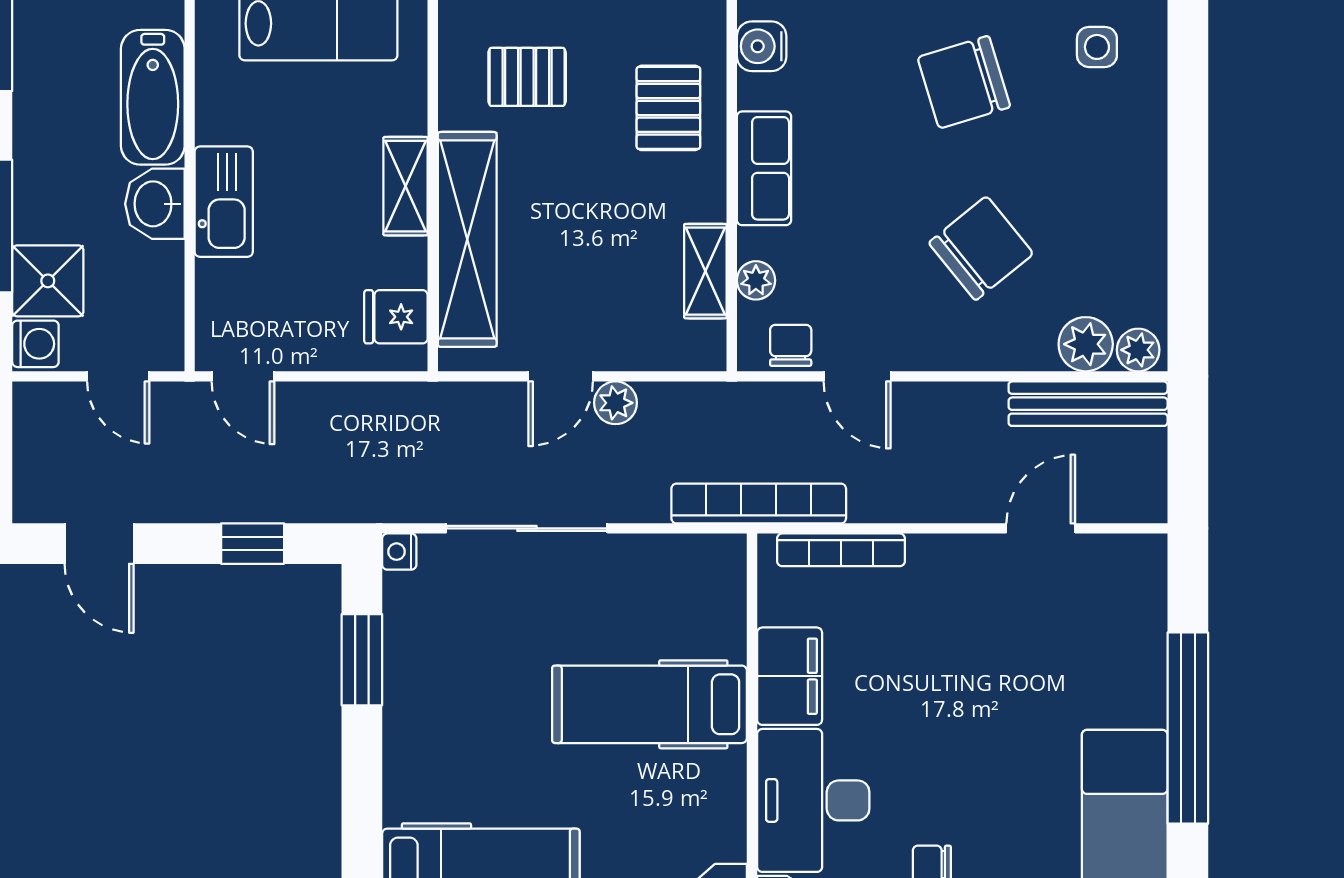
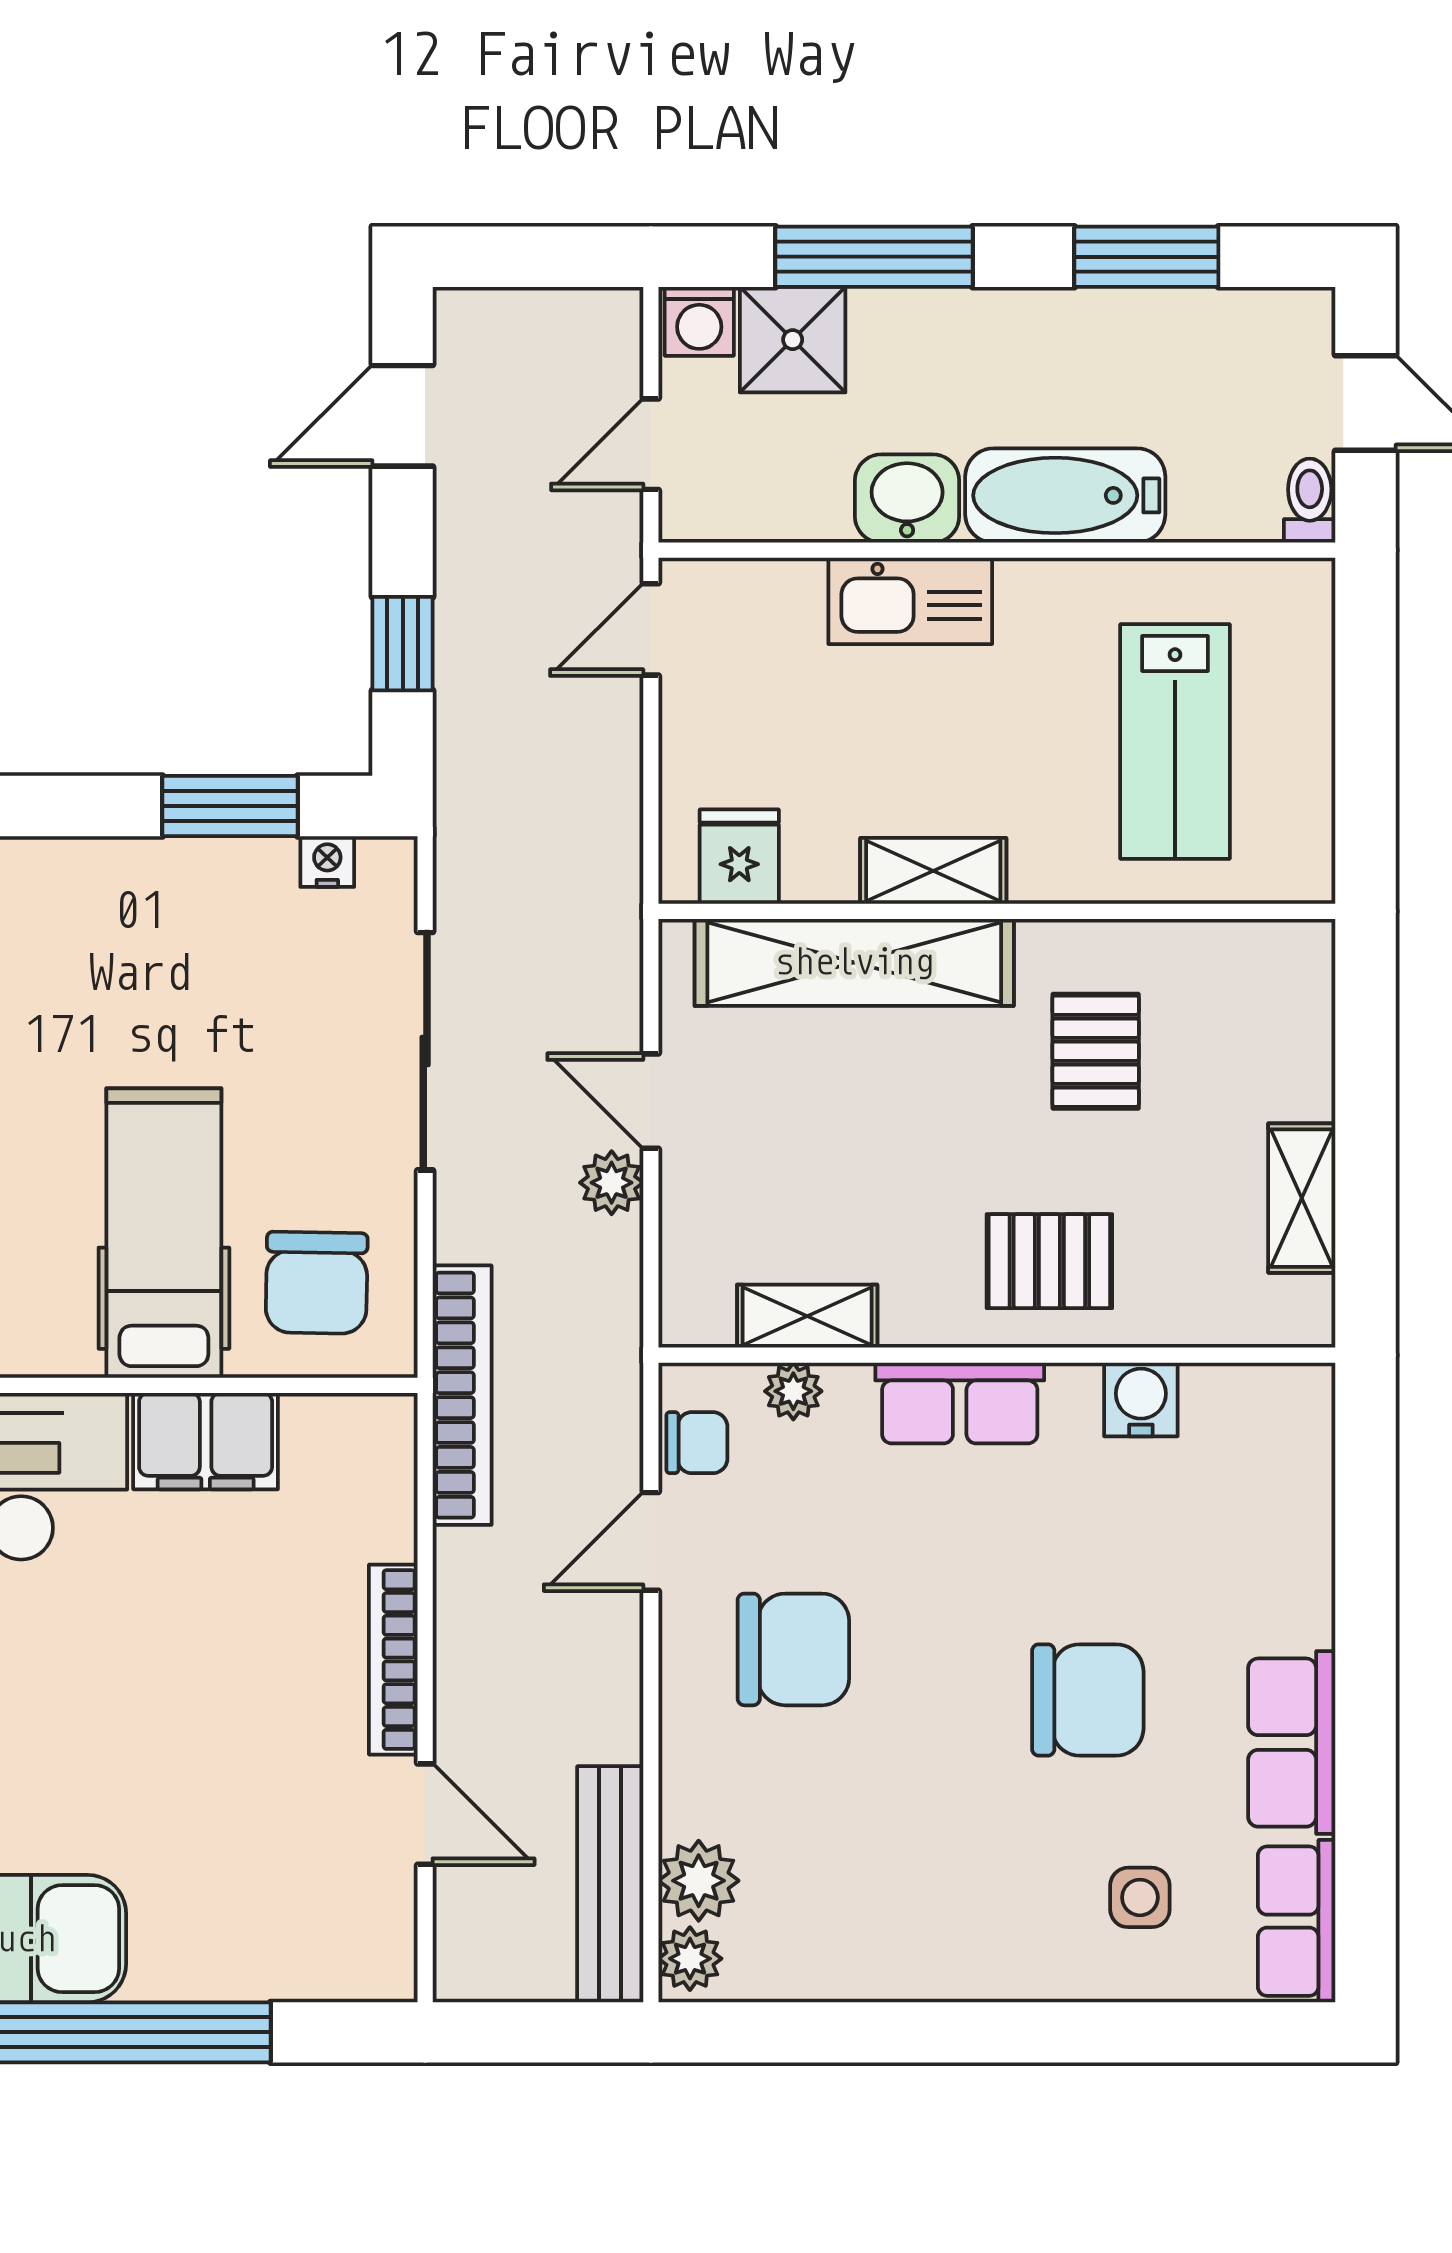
chair: (964, 82) -> (1088, 1700), turned 107
chair: (981, 248) -> (793, 1649), moved, turned -51
bookcase: (841, 550) -> (393, 1660), moved
nightstand: (399, 552) -> (327, 861), moved
chair: (683, 601) -> (317, 1283), added

